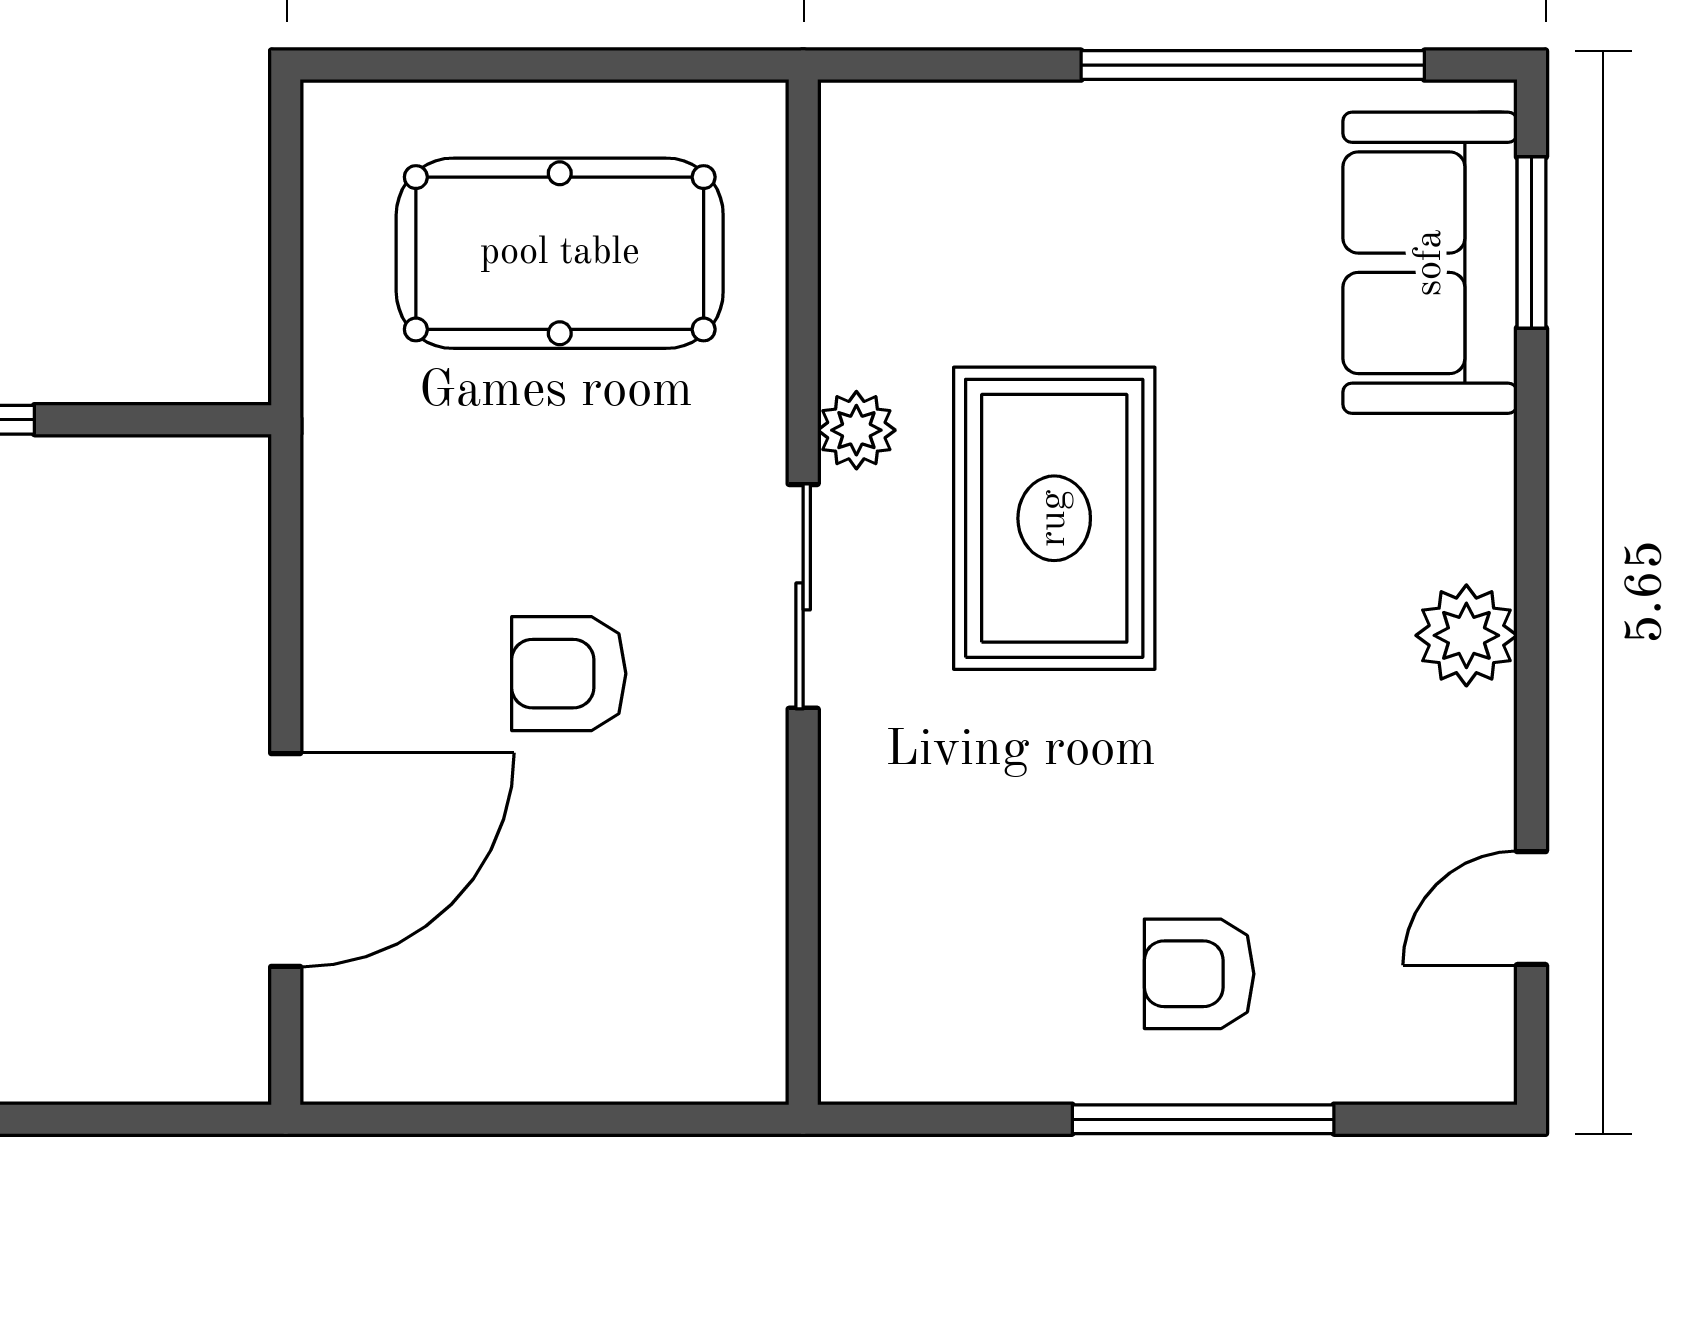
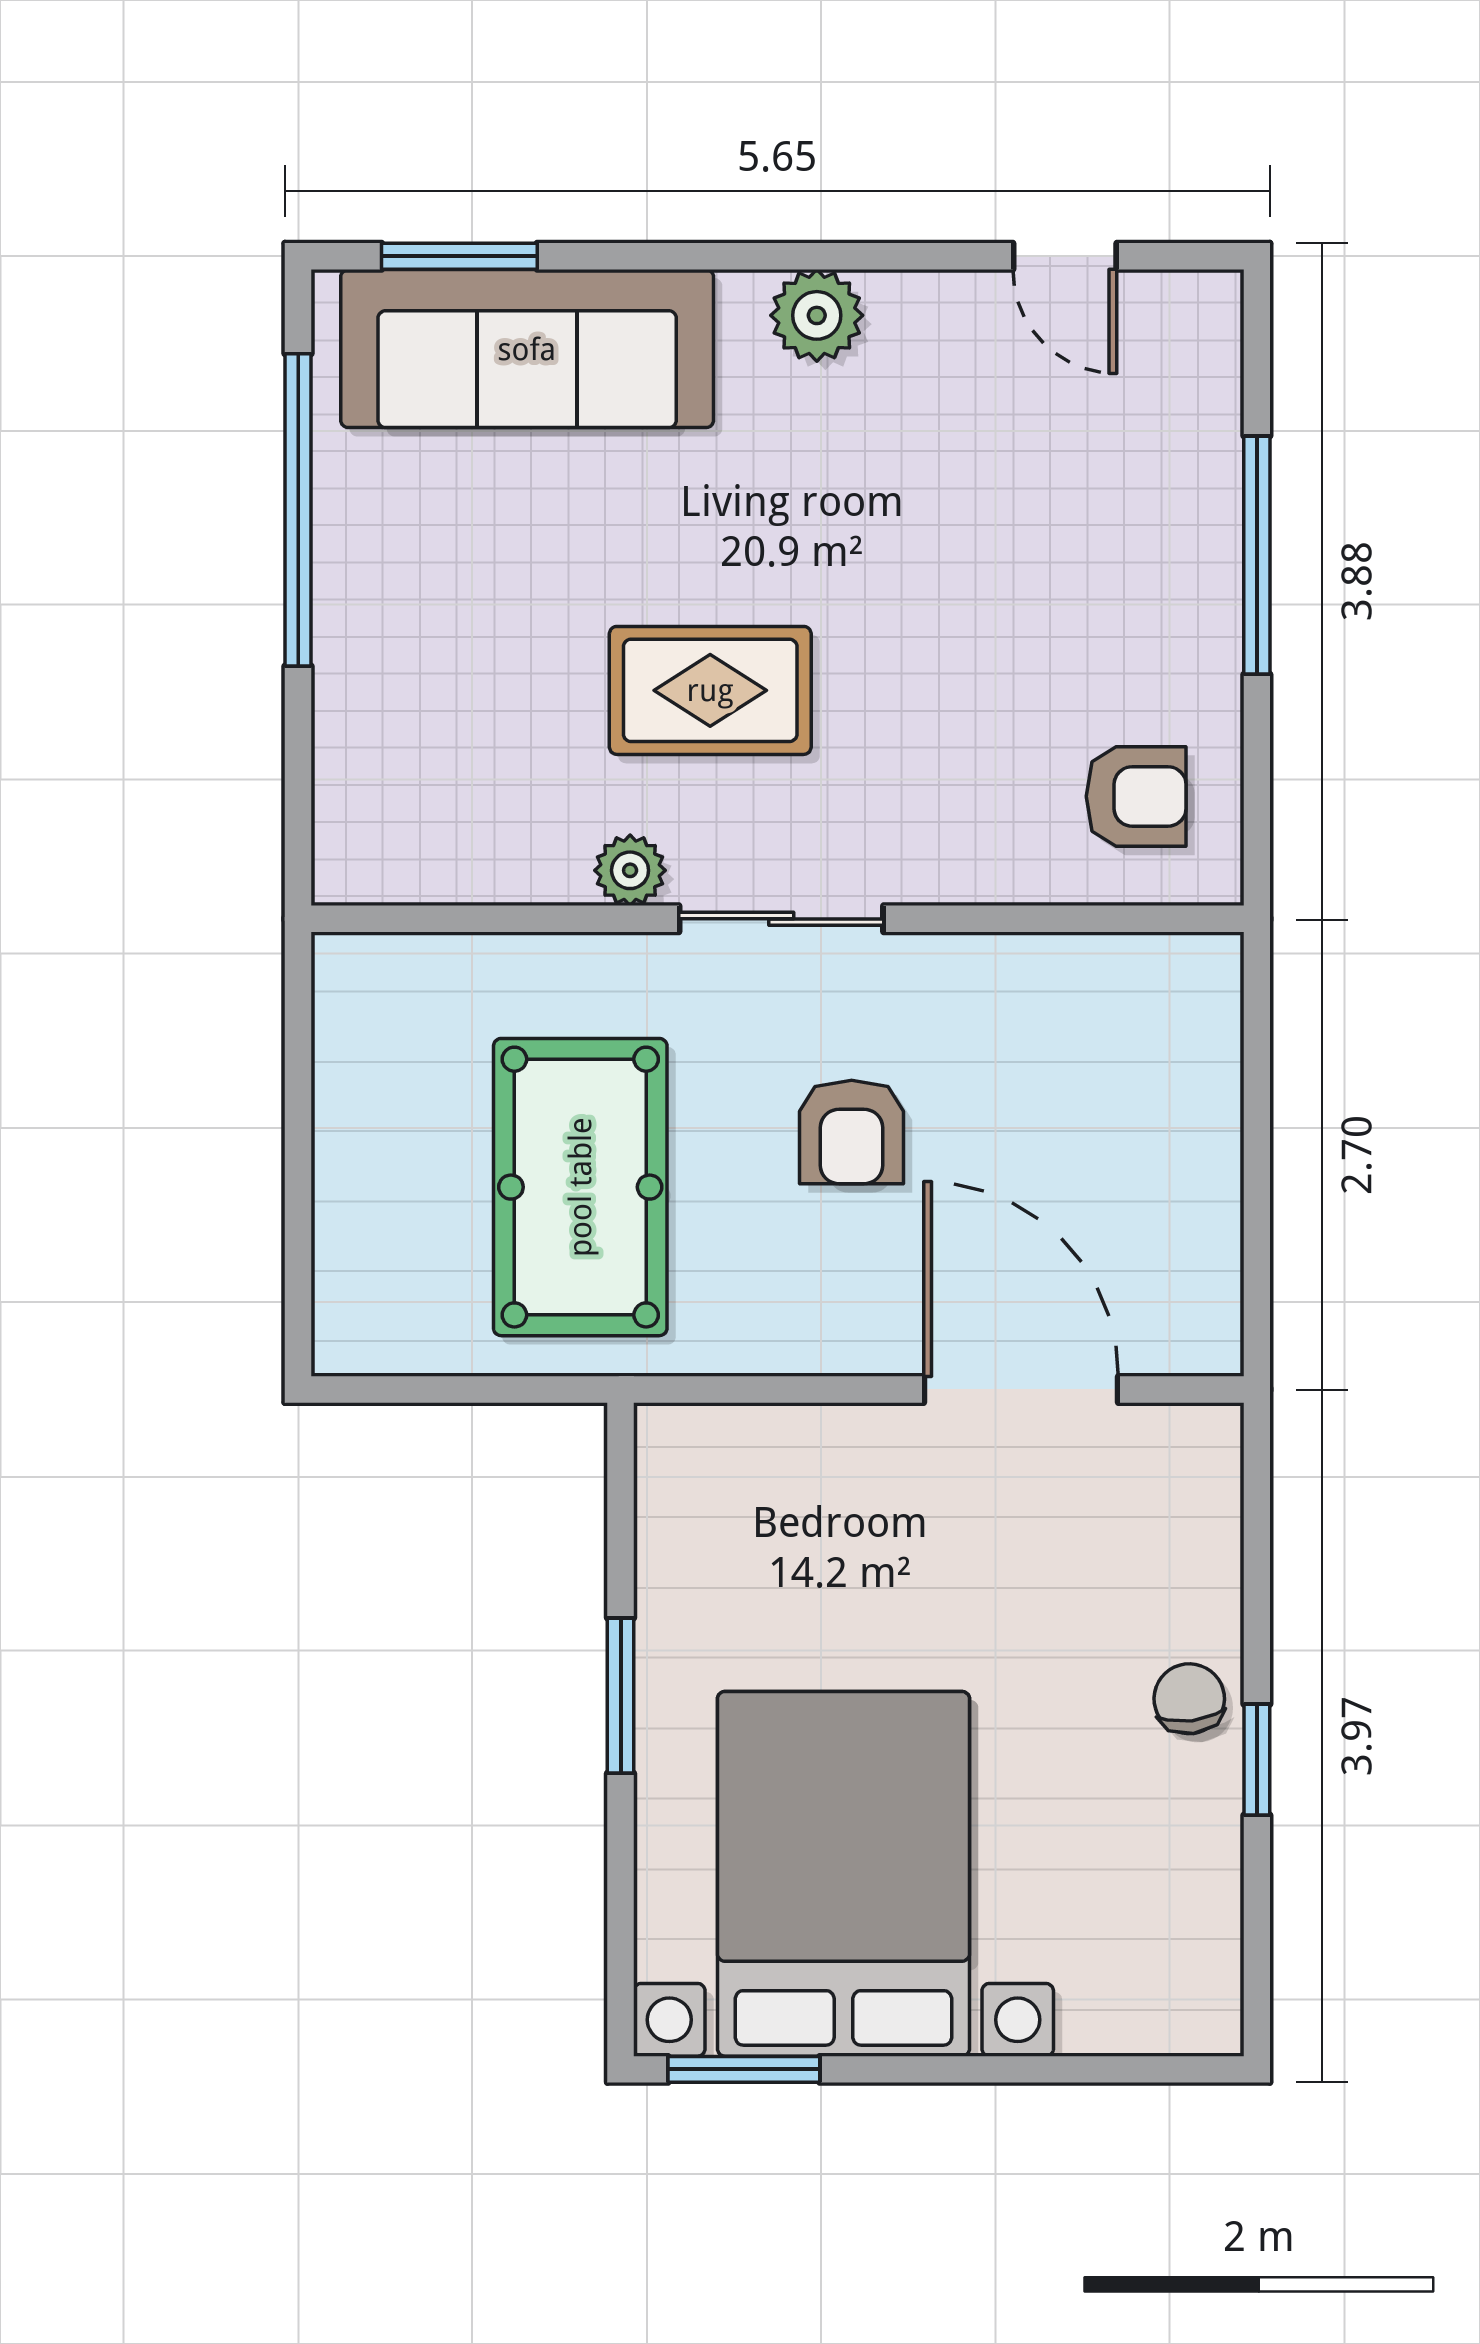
pool table: (560, 253) -> (580, 1187), moved
sofa: (1430, 263) -> (527, 349), width x1.36
rug: (1054, 518) -> (710, 690), width x0.73, depth x0.70
armchair: (1199, 974) -> (1136, 796), moved, turned -90

